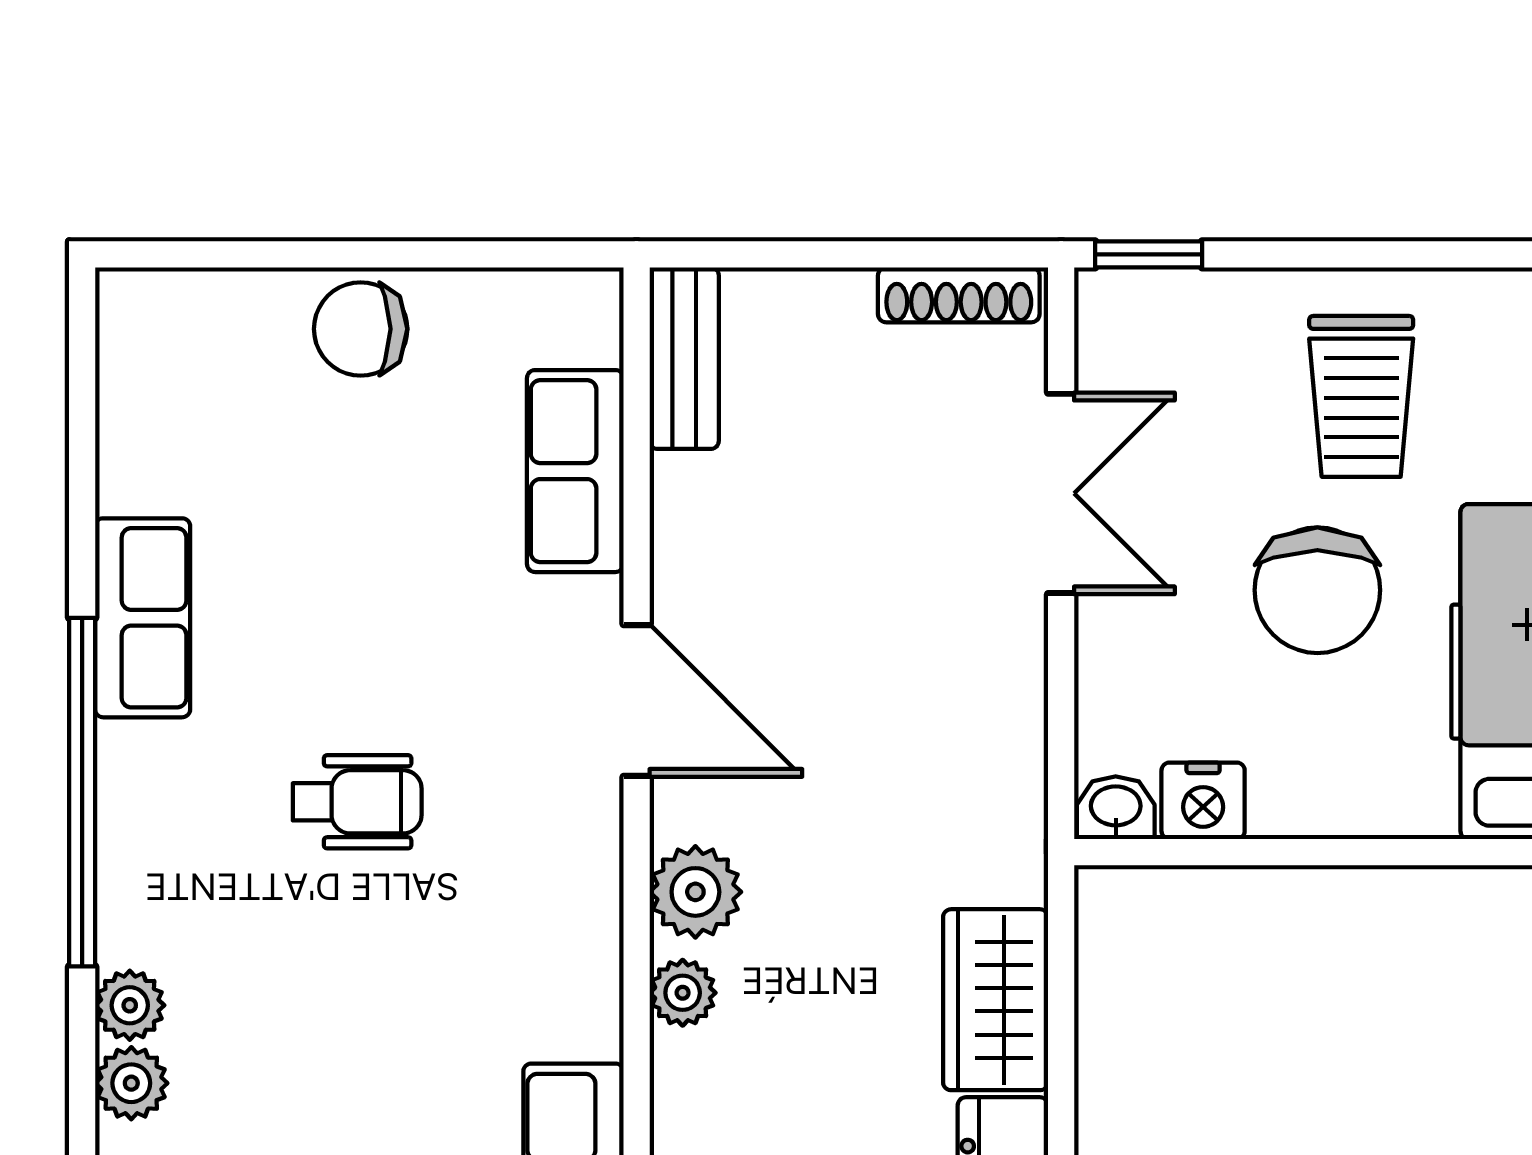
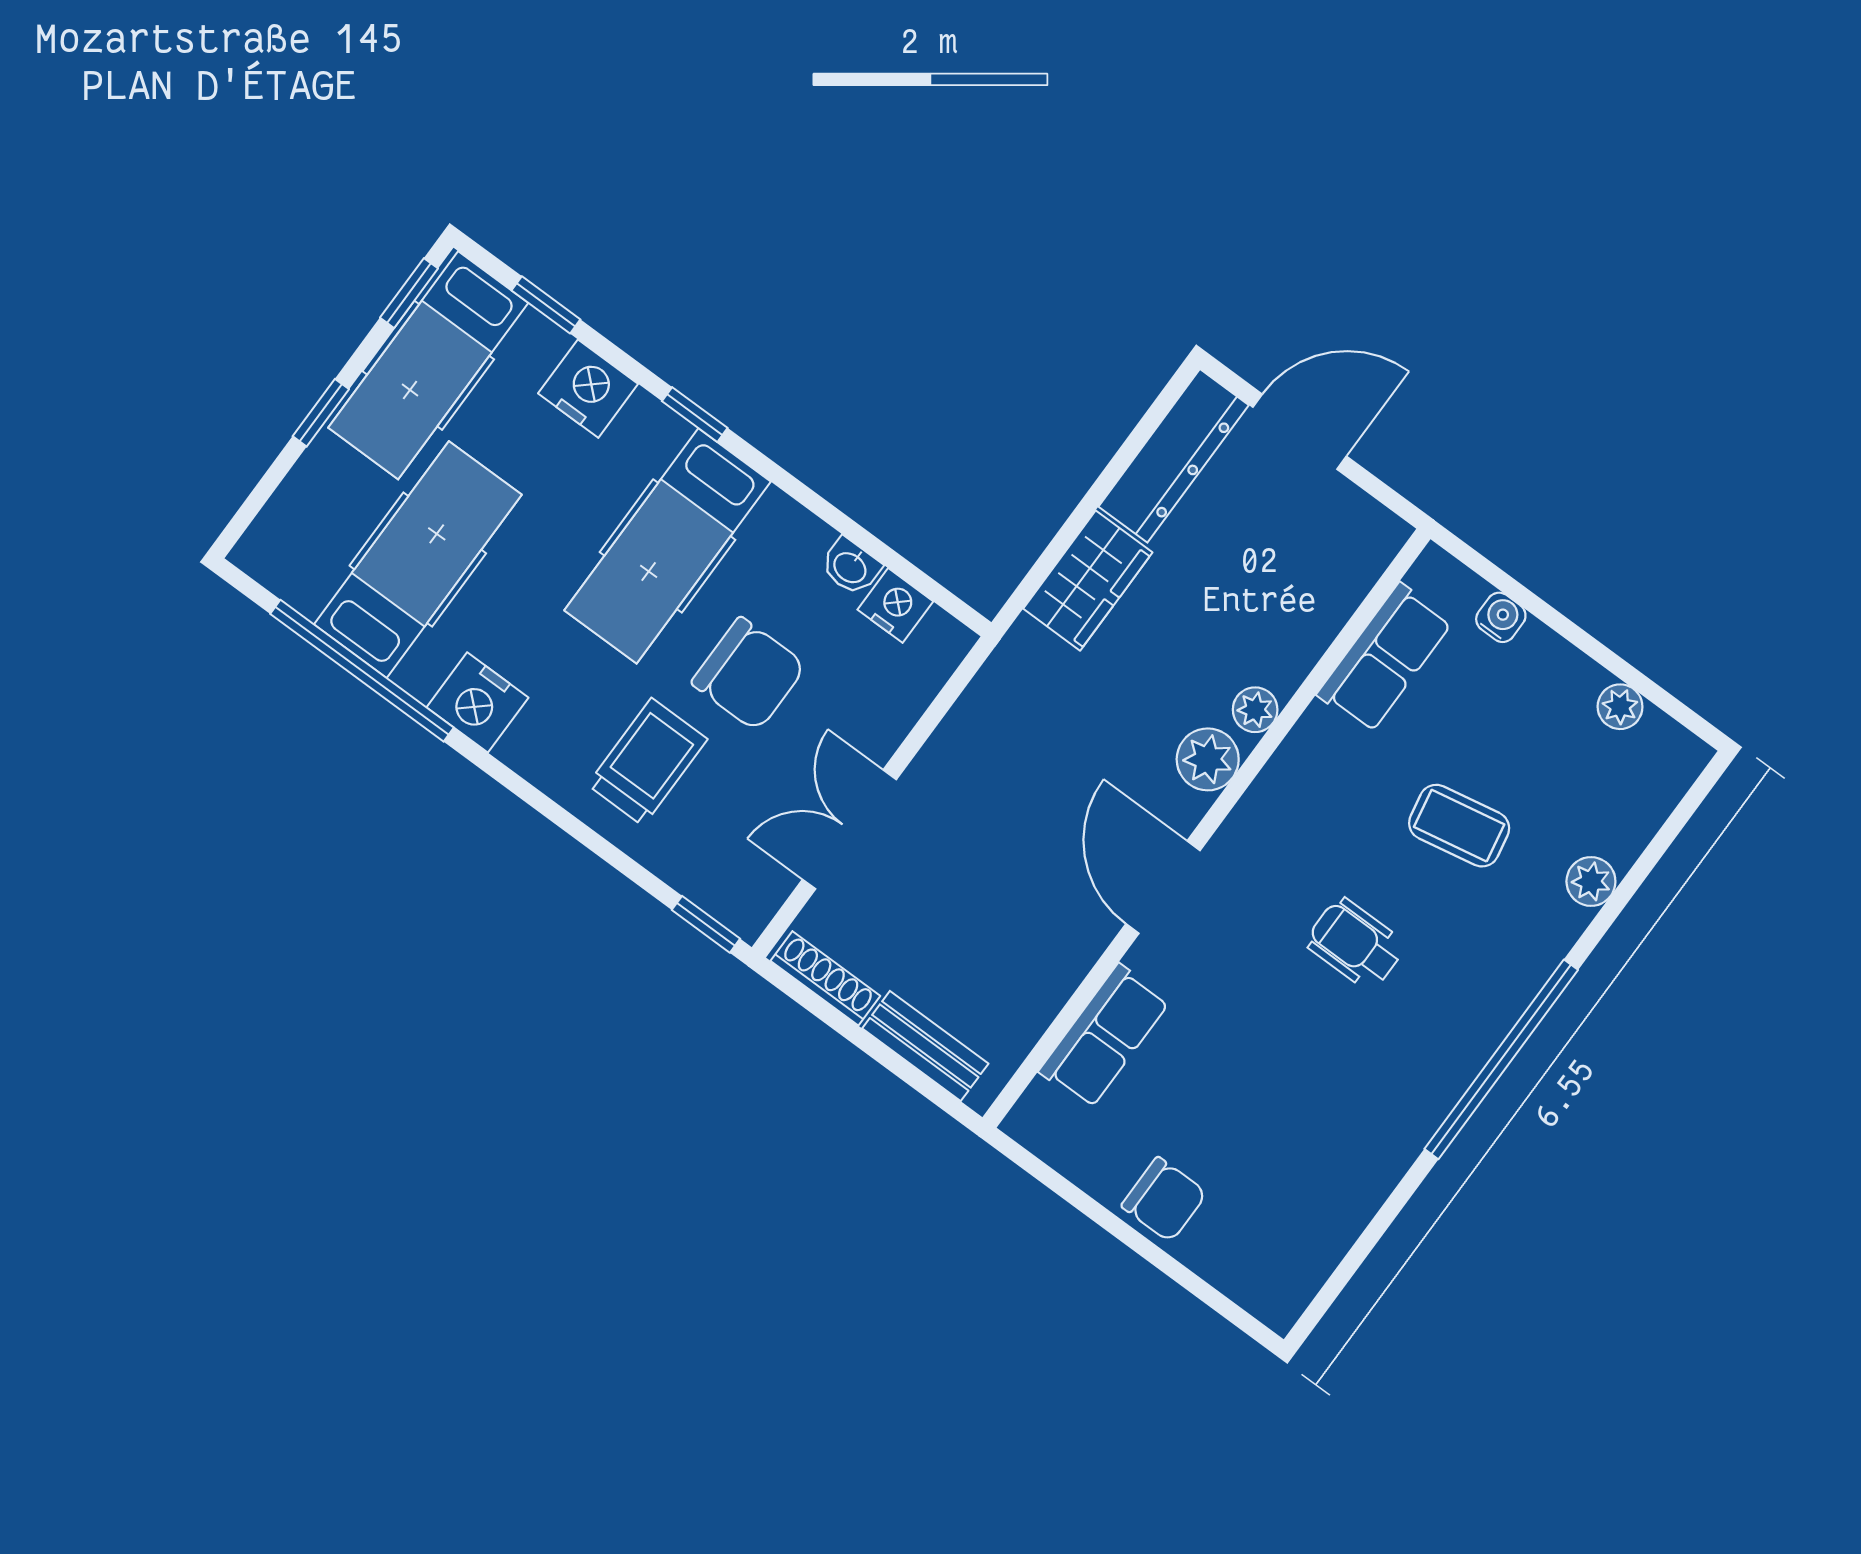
bench: (684, 358) -> (925, 1046), moved, turned 90
chair: (1317, 590) -> (749, 674), turned 90
row of seats: (143, 618) -> (1398, 1130), removed
washbasin: (1116, 808) -> (851, 567), moved
plant: (130, 1005) -> (1561, 924), removed
coffee table: (338, 1034) -> (1459, 826), added

